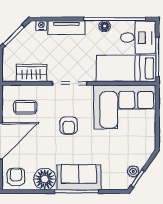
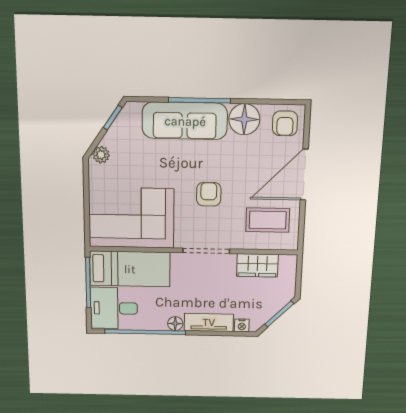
floor lamp: (105, 26) -> (175, 324), moved
coffee table: (25, 107) -> (268, 220), width x1.36, depth x1.30
plant: (133, 171) -> (101, 155), moved
sofa: (79, 177) -> (185, 121), width x1.36

